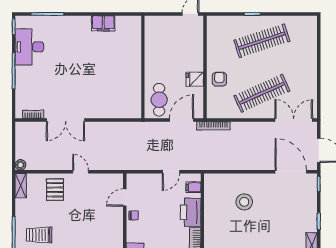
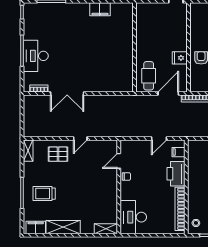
desk: (29, 47) -> (36, 56), moved
plant: (20, 165) -> (28, 132), removed
door: (81, 172) -> (80, 138), swing flipped
pallet: (55, 190) -> (58, 154), turned 90

